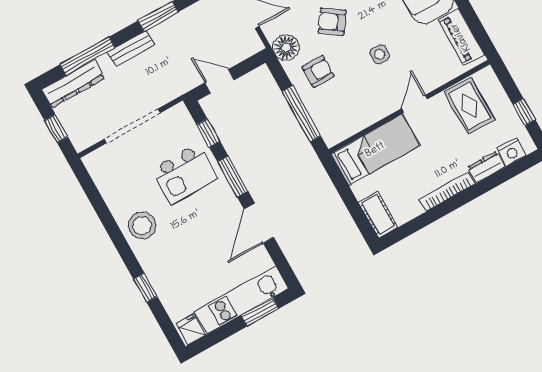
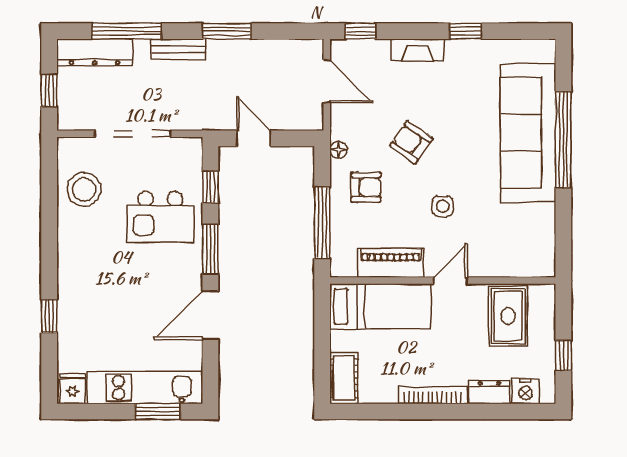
piano: (461, 37) -> (391, 263), moved, turned 90
floor lamp: (286, 48) -> (338, 150), width x0.53, depth x0.53
stool: (142, 225) -> (84, 189), moved

